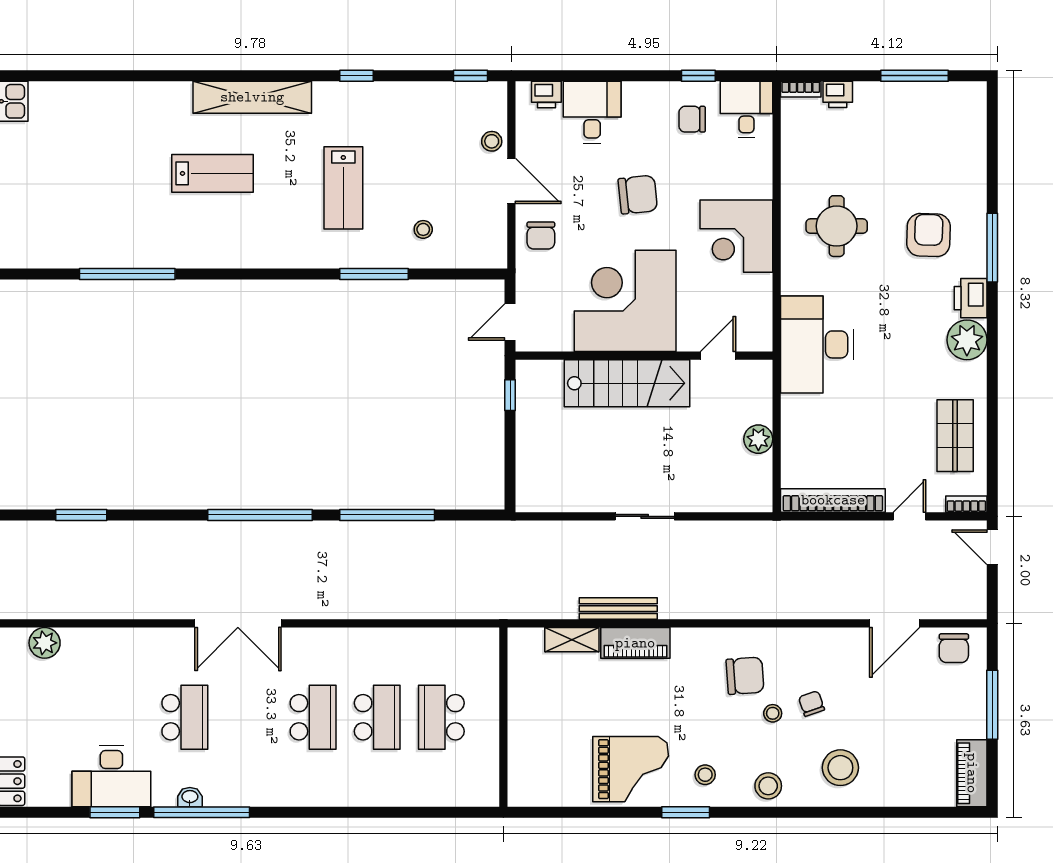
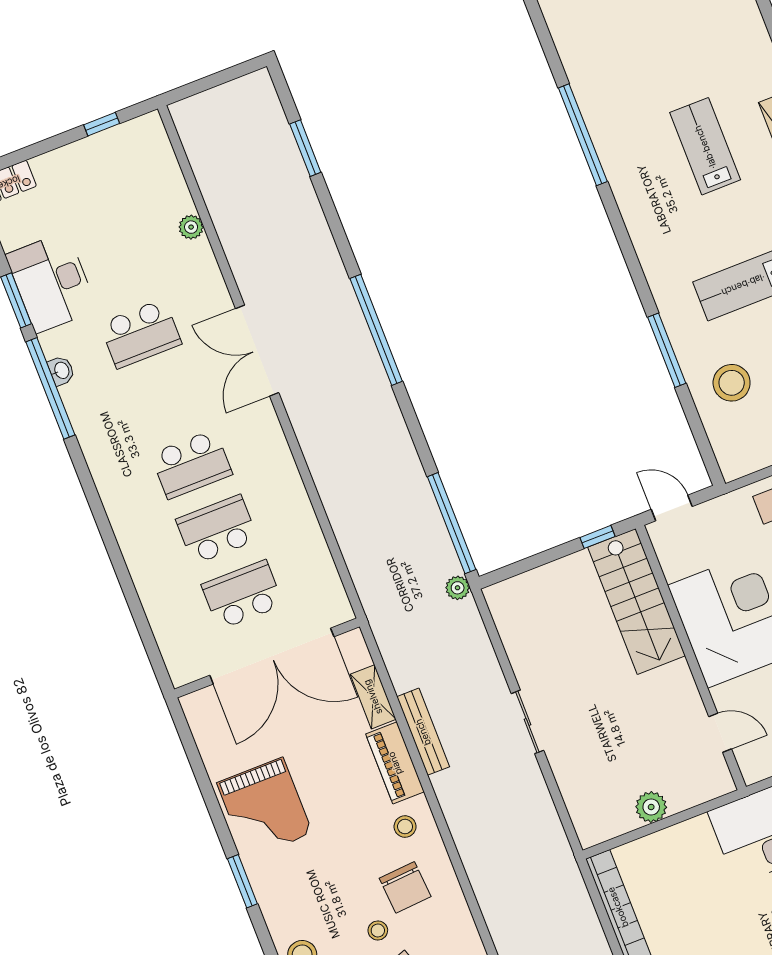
lab bench: (213, 173) -> (705, 146), turned 180
stool: (423, 229) -> (732, 383), width x1.89, depth x1.89
window: (127, 274) -> (583, 135), moved
stairs: (627, 383) -> (637, 601), moved
window: (387, 515) -> (452, 523), moved
plant: (507, 531) -> (458, 588), added
plant: (45, 643) -> (191, 227), moved, width x0.73, depth x0.73
double door: (503, 712) -> (272, 656), added
school desk: (377, 717) -> (217, 529), turned 180
stool: (705, 775) -> (405, 827), moved

